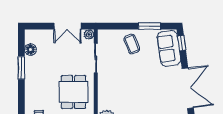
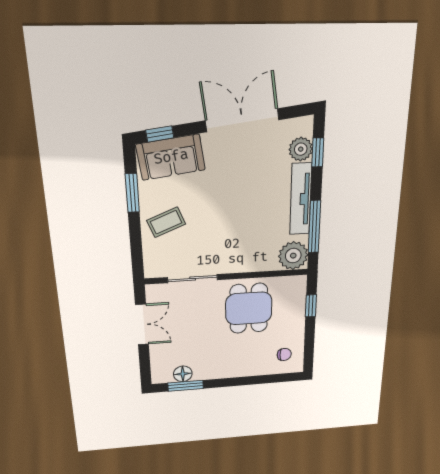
plant: (89, 34) -> (153, 292), removed
window: (21, 68) -> (186, 386), moved
dining table: (74, 92) -> (249, 308), turned 90

